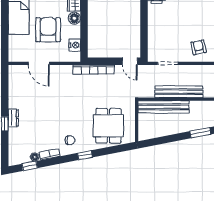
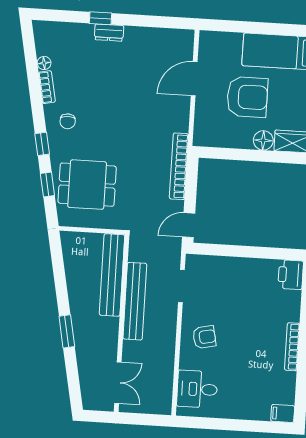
nightstand: (75, 45) -> (220, 138), removed
window: (30, 166) -> (47, 184), moved

